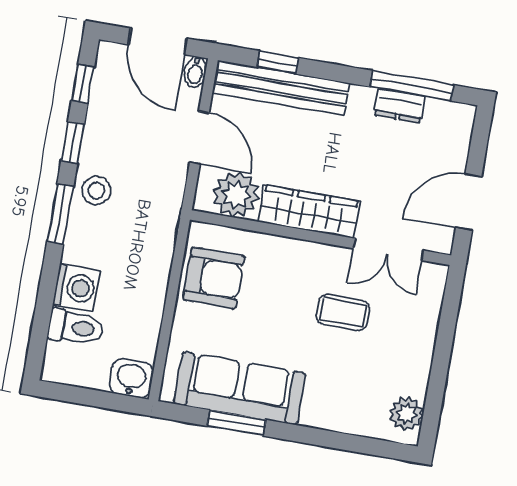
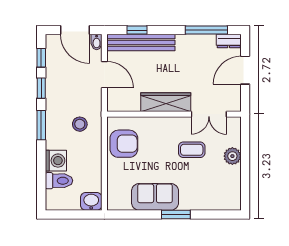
dresser: (400, 106) -> (229, 41), moved
stool: (96, 190) -> (80, 124), moved
plant: (236, 194) -> (128, 100), removed
door: (469, 202) -> (245, 70), moved
sofa: (240, 388) -> (155, 197), width x0.73
plant: (406, 414) -> (232, 156), moved
window: (236, 423) -> (176, 214), moved

